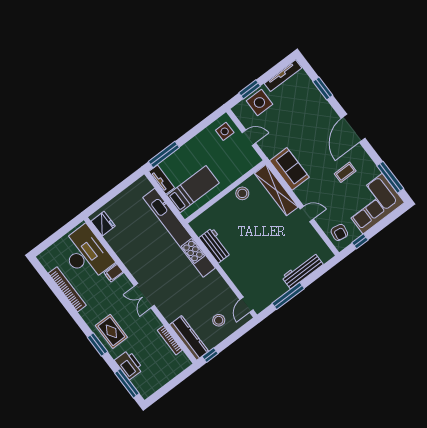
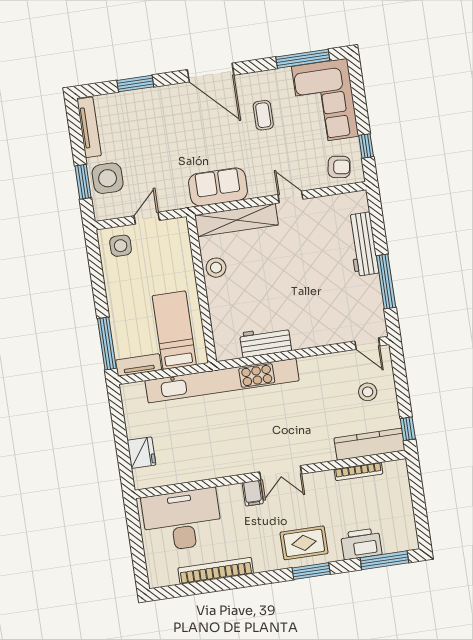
door: (307, 214) -> (290, 197), hinge flipped
fridge: (103, 224) -> (141, 453), moved, turned 90
filing cabinet: (114, 273) -> (253, 493), moved

